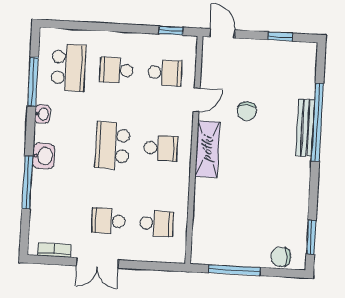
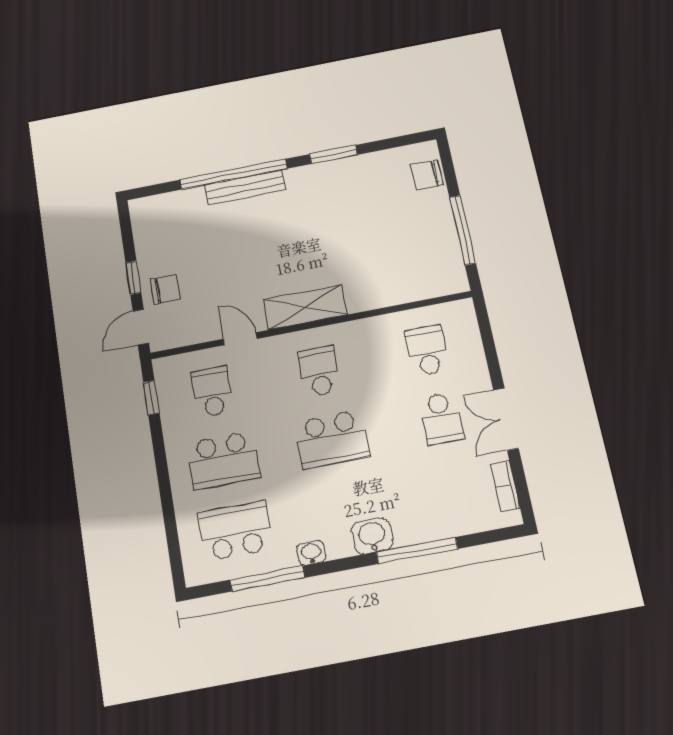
window: (280, 36) -> (133, 278), moved
school desk: (117, 70) -> (223, 460), width x1.85
chair: (247, 111) -> (165, 289), moved
window: (311, 237) -> (334, 154), moved
chair: (281, 257) -> (427, 175), turned 90
double door: (97, 263) -> (506, 419), swing flipped

